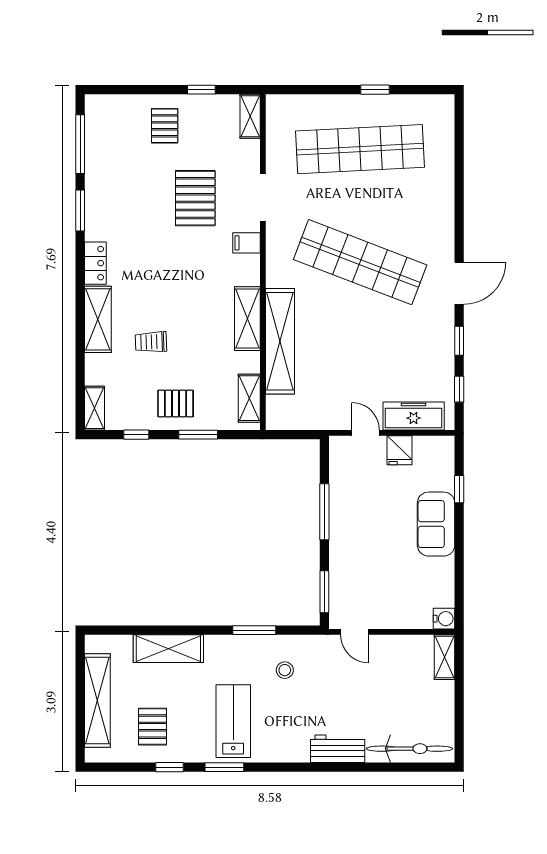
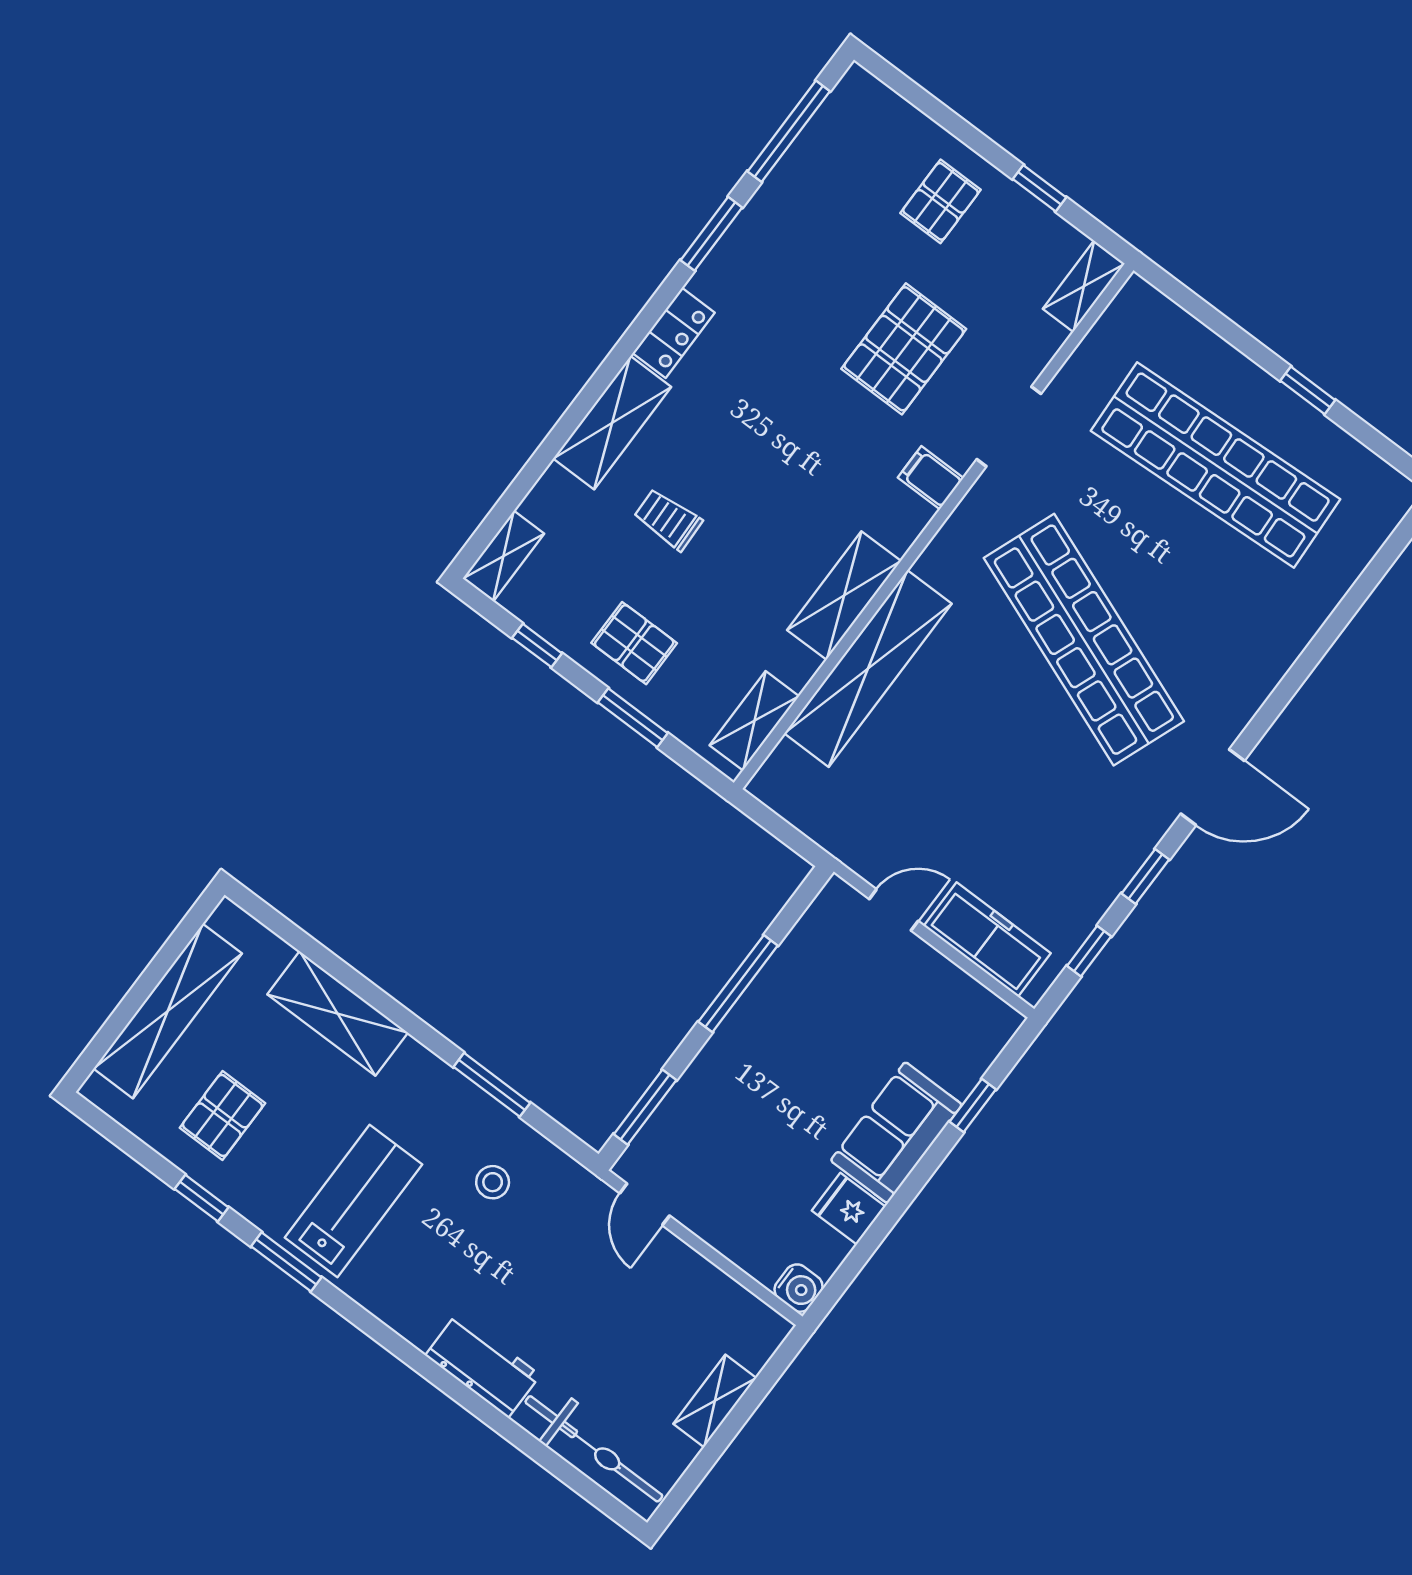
door: (366, 433) -> (894, 910), hinge flipped
fridge: (399, 450) -> (849, 1209), moved, turned 90
shelving: (445, 657) -> (715, 1401), moved

